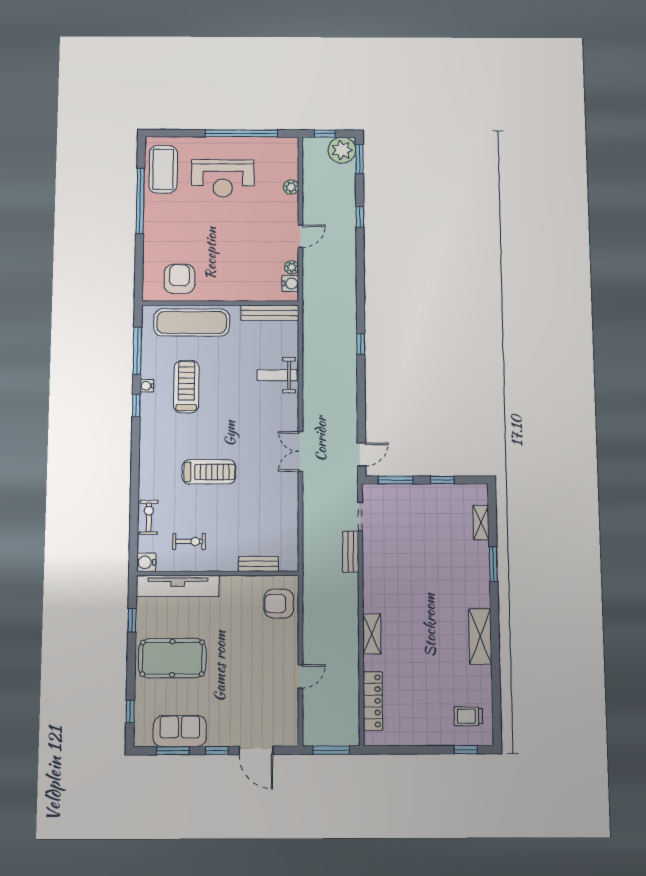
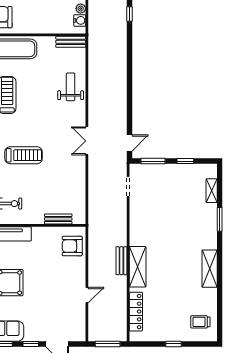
bench: (270, 313) -> (71, 42), width x0.73
window: (361, 344) -> (129, 14), moved
weight bench: (277, 375) -> (71, 87), turned 90
bench: (351, 552) -> (121, 261), moved
shelving: (372, 634) -> (138, 267), width x1.50, depth x1.33
window: (466, 750) -> (174, 344), moved

